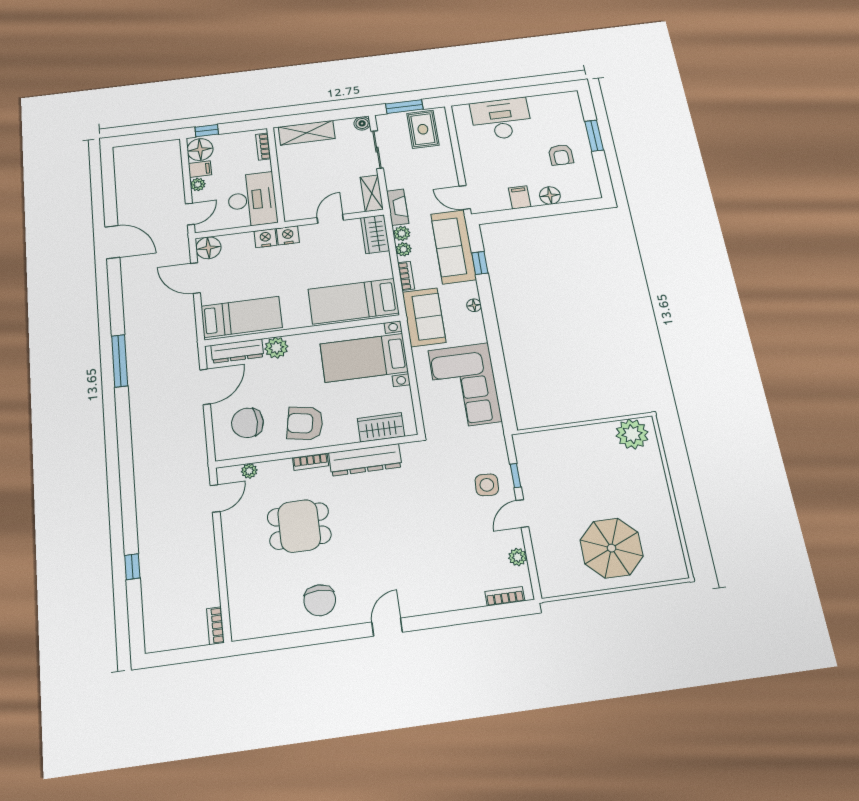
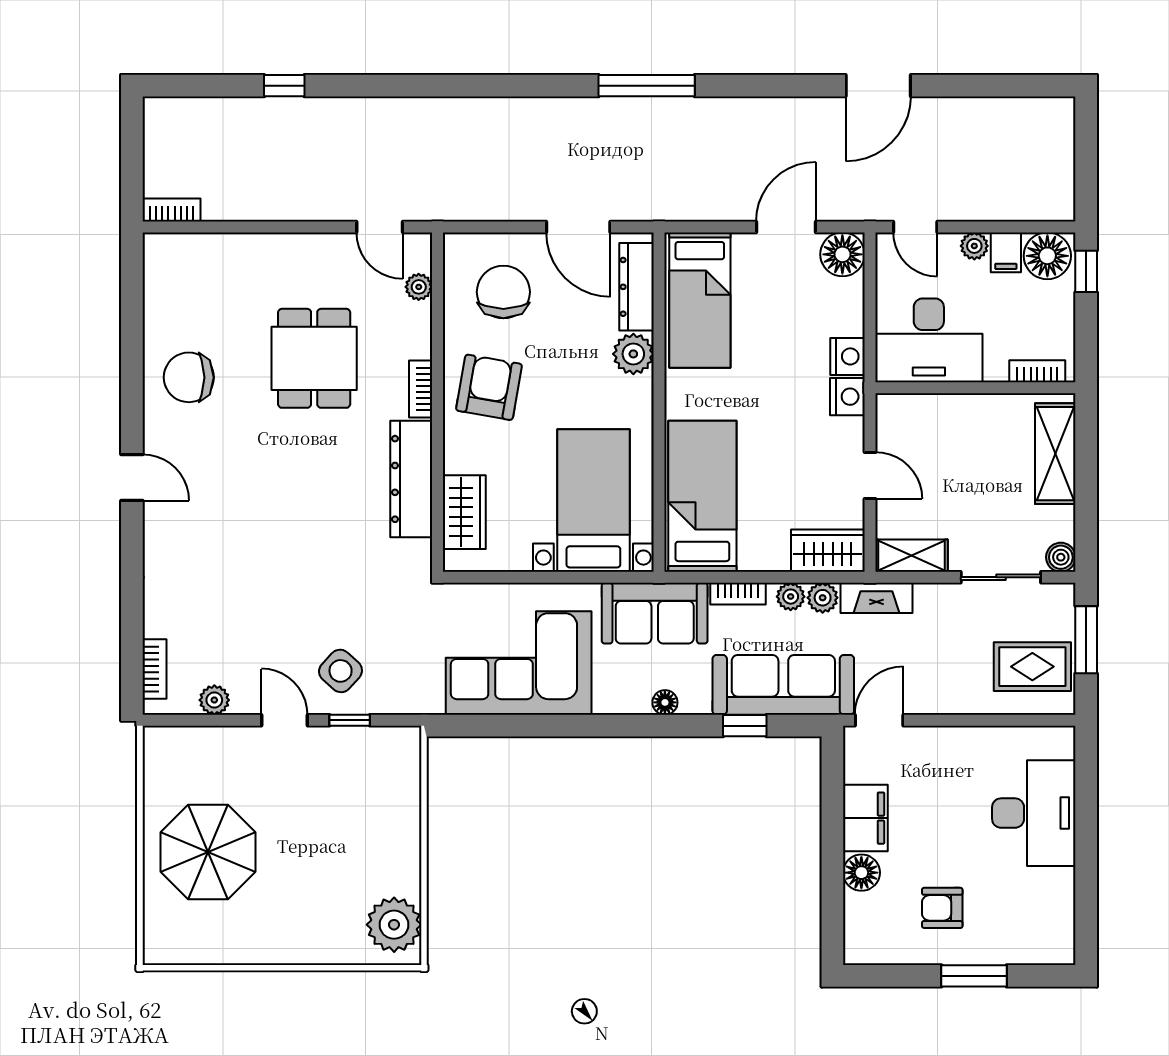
filing cabinet: (520, 197) -> (865, 818), width x2.00
side table: (487, 485) -> (341, 671), turned 38

